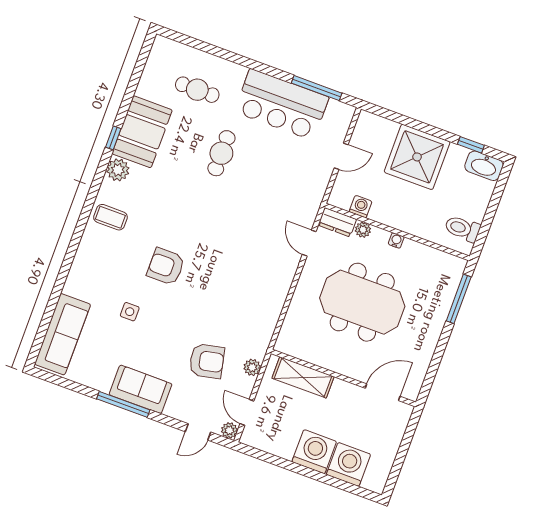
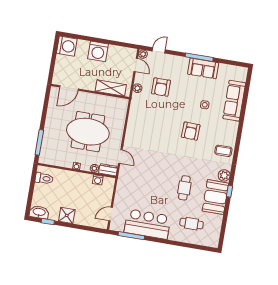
cafe table: (221, 153) -> (184, 188), moved
door: (341, 156) -> (111, 214), moved
shower: (417, 157) -> (67, 215), width x0.54, depth x0.54
armchair: (166, 266) -> (191, 131), turned 92
sofa: (63, 334) -> (234, 101), moved
armchair: (207, 361) -> (161, 87), turned -78
sofa: (141, 389) -> (203, 68), moved
washing machine: (348, 464) -> (67, 46), moved, turned -90

